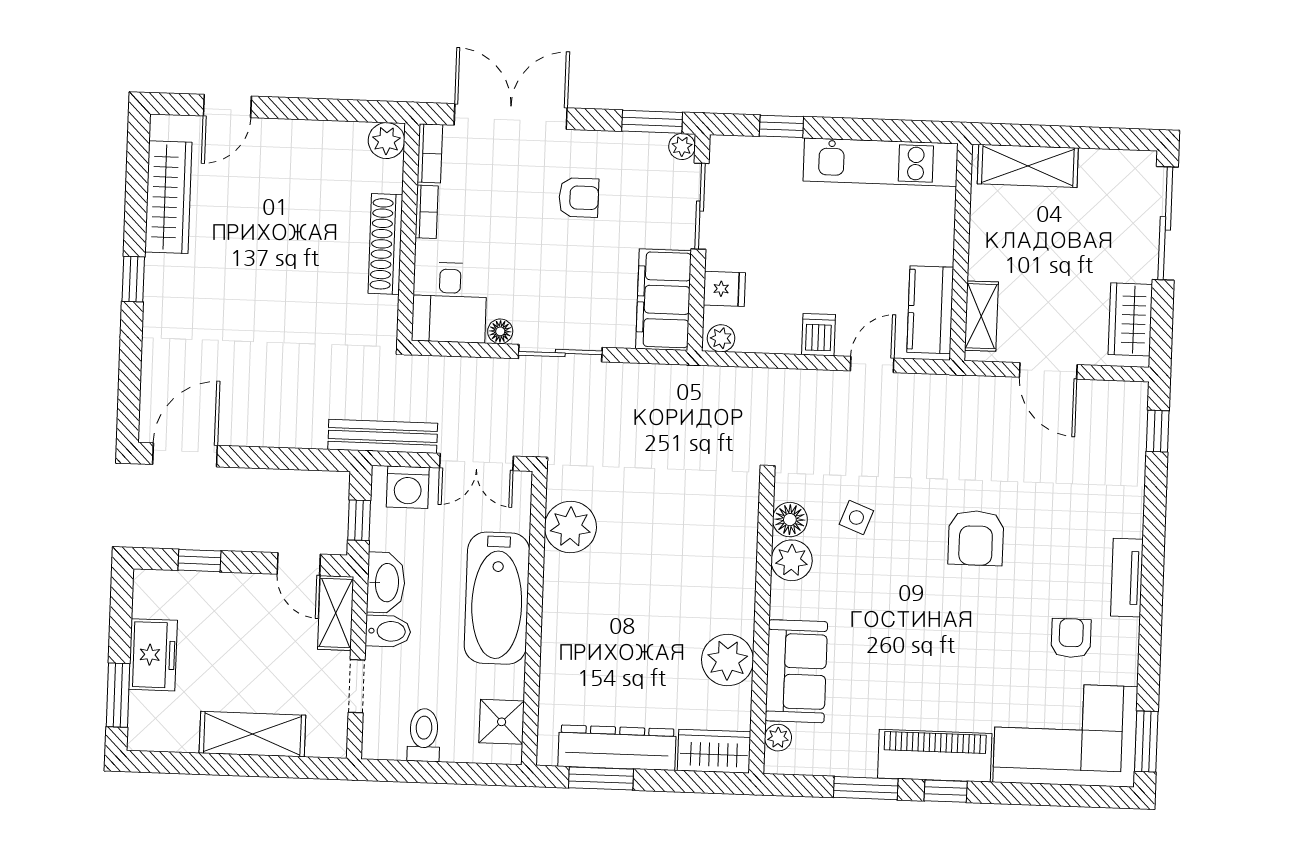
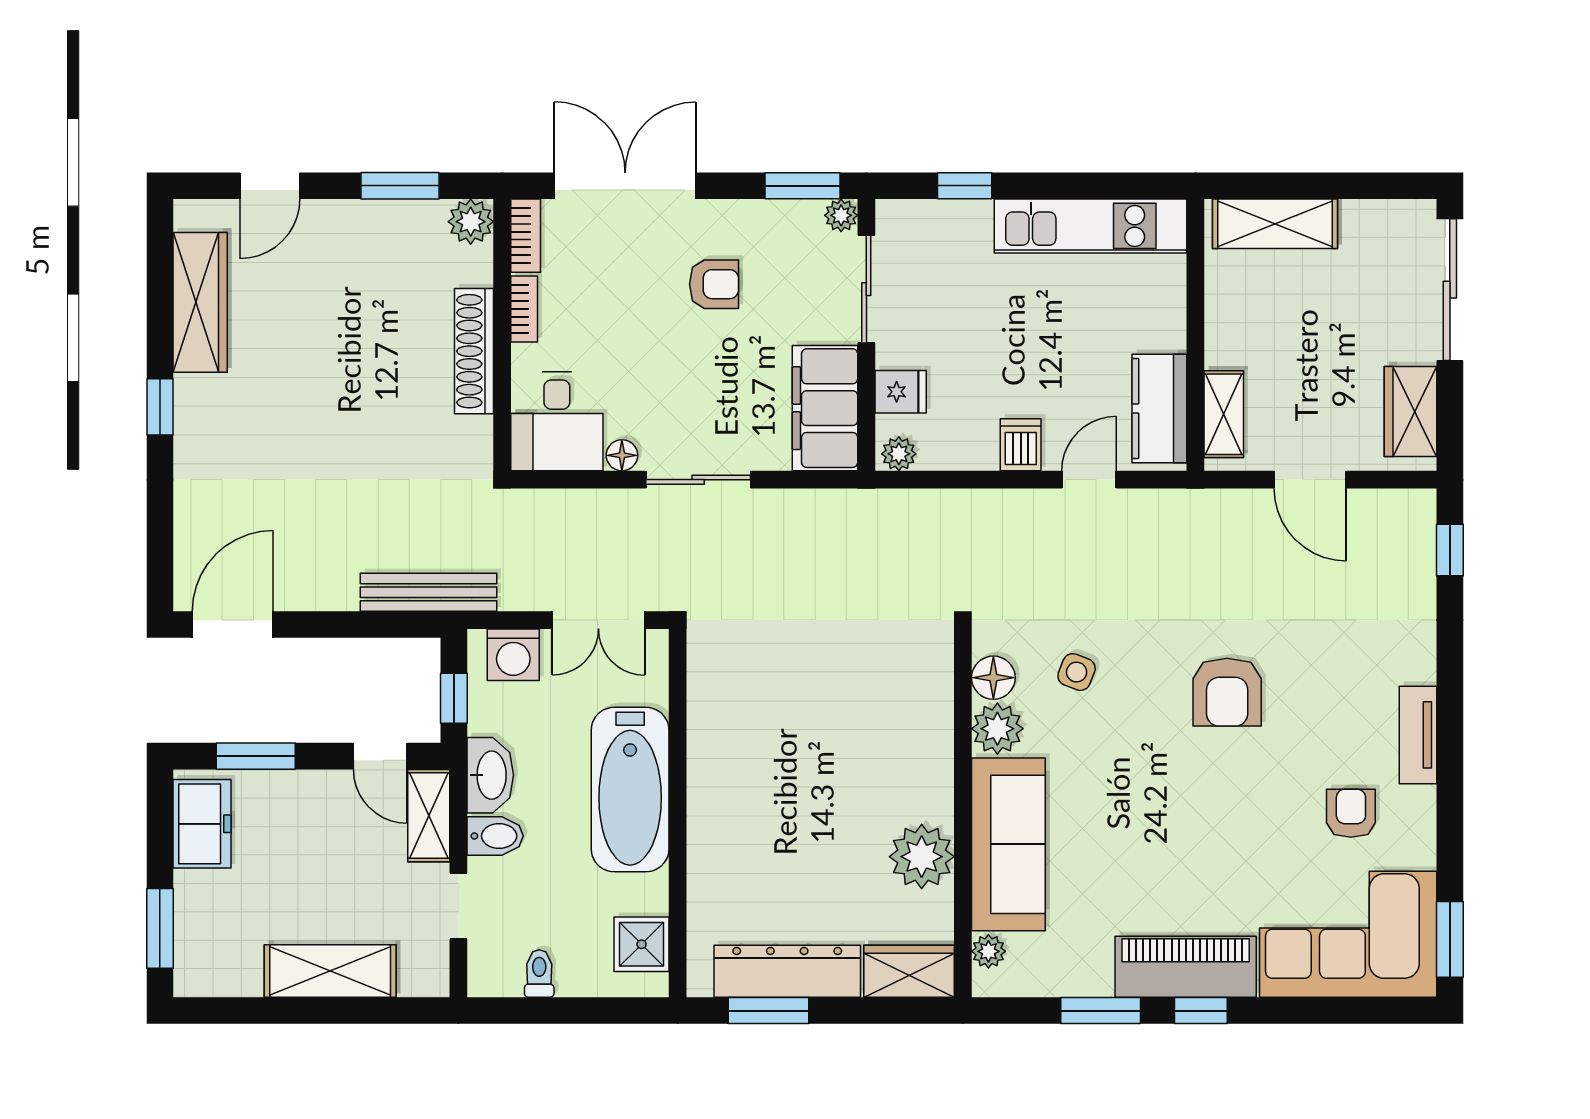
window: (331, 110) -> (400, 186), added
bench: (383, 436) -> (428, 592), moved
plant: (570, 527) -> (719, 697), removed
window: (199, 561) -> (256, 756), width x1.50
freezer: (153, 655) -> (202, 824), moved
sofa: (796, 671) -> (1008, 844), width x1.36
toilet: (424, 735) -> (539, 974), width x0.73, depth x0.72

